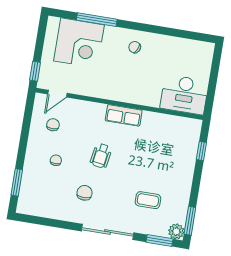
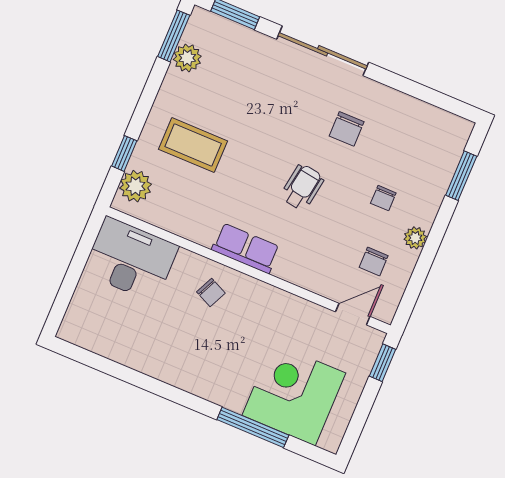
chair: (135, 47) -> (211, 293), moved
plant: (191, 135) -> (135, 186), added
plant: (34, 143) -> (415, 238), added
coffee table: (148, 200) -> (193, 145), moved, width x1.36, depth x1.30
plant: (176, 231) -> (187, 58), moved

